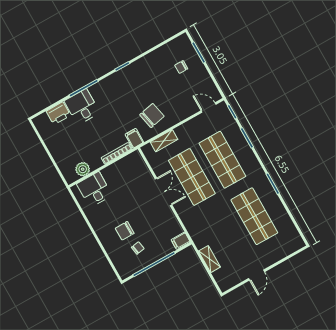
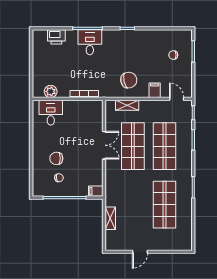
desk: (82, 107) -> (90, 42), moved
filing cabinet: (134, 138) -> (155, 90), moved

